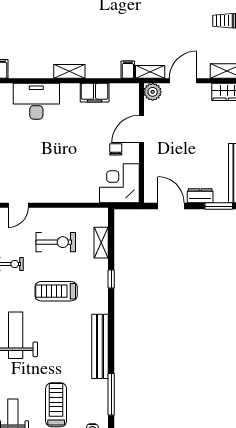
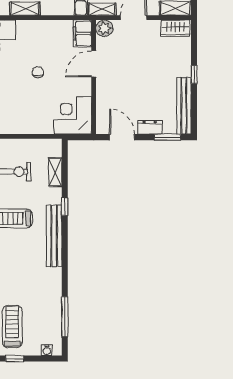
filing cabinet: (95, 93) -> (82, 33), moved, turned 90
chair: (116, 149) -> (38, 72), moved
bench: (100, 346) -> (54, 236), moved

